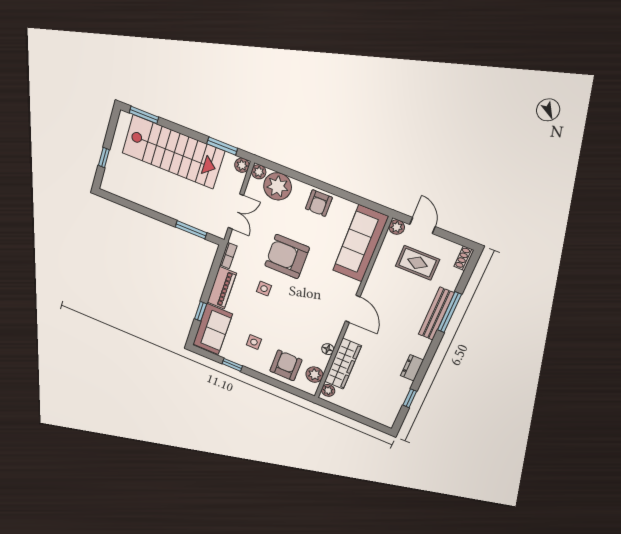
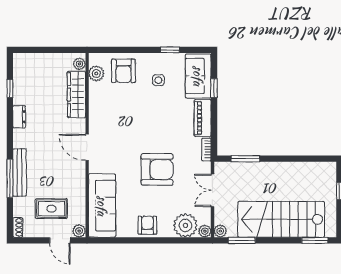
side table: (264, 289) -> (166, 133), removed
floor lamp: (328, 349) -> (94, 102), removed

